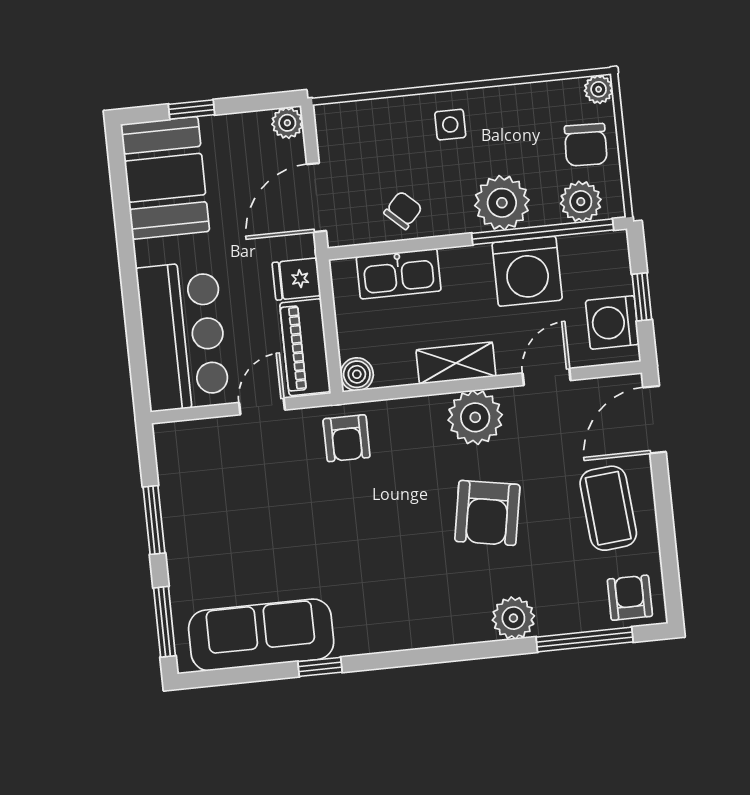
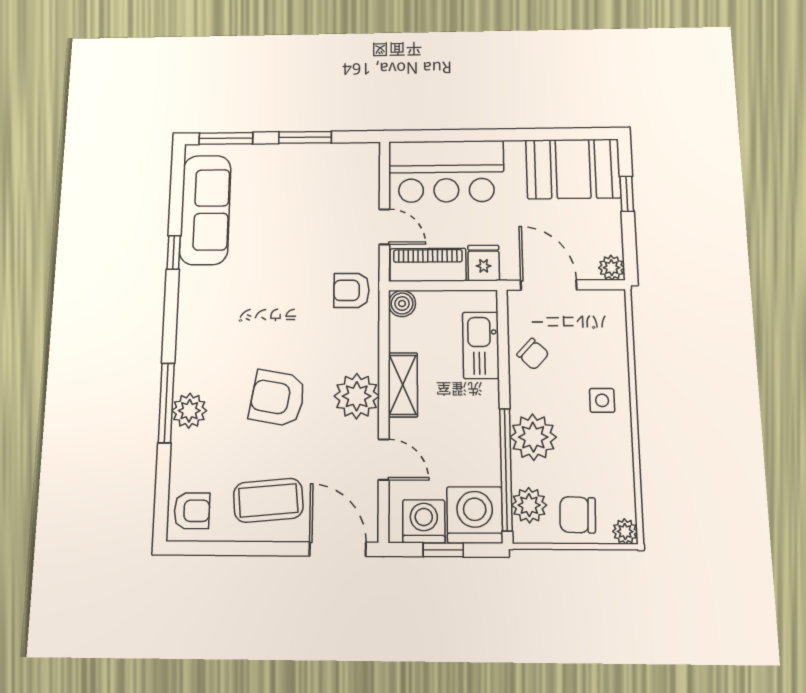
washing machine: (527, 271) -> (475, 515), moved, turned 90
window: (585, 640) -> (166, 403), moved

